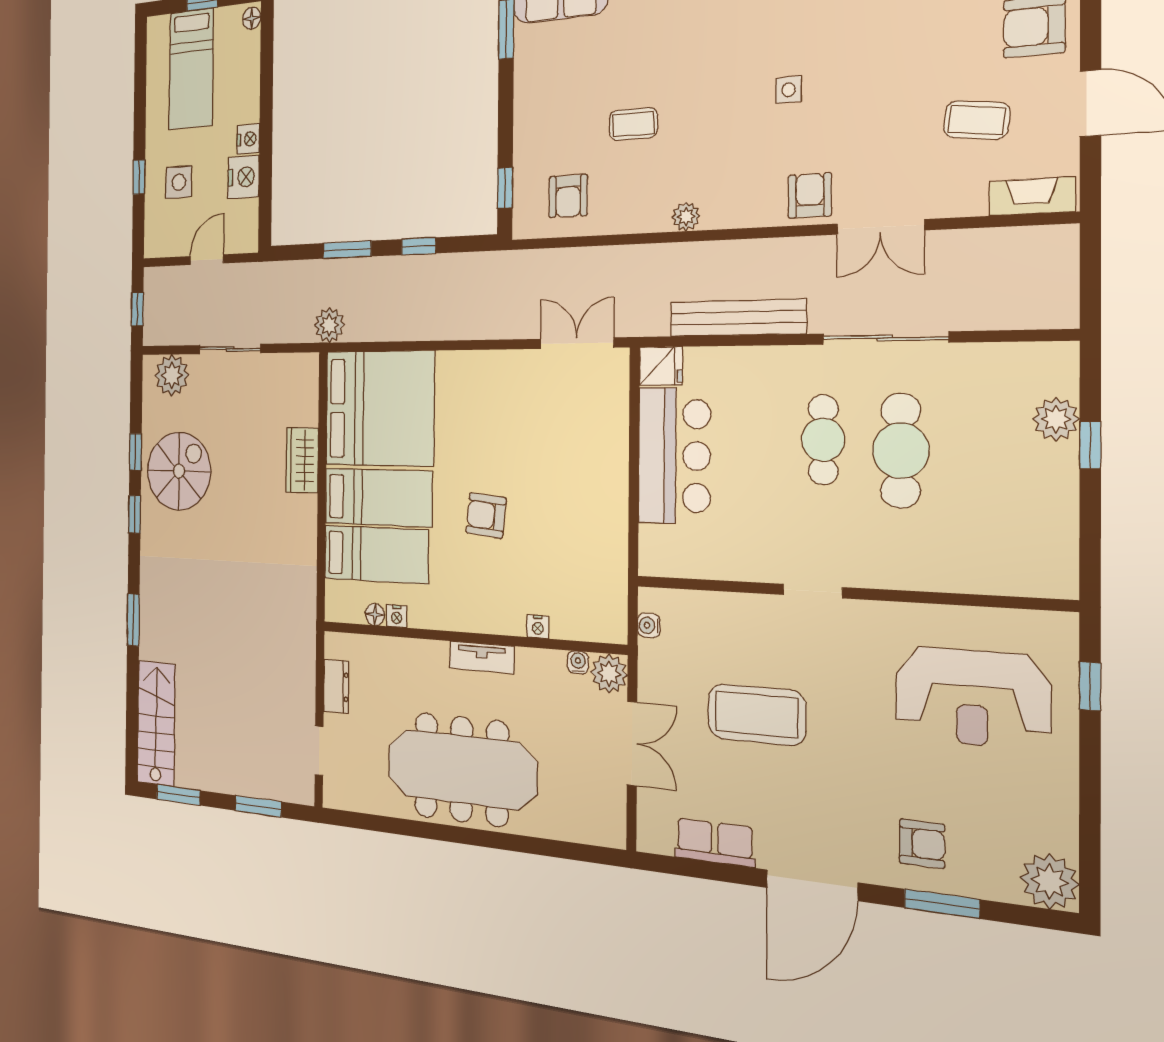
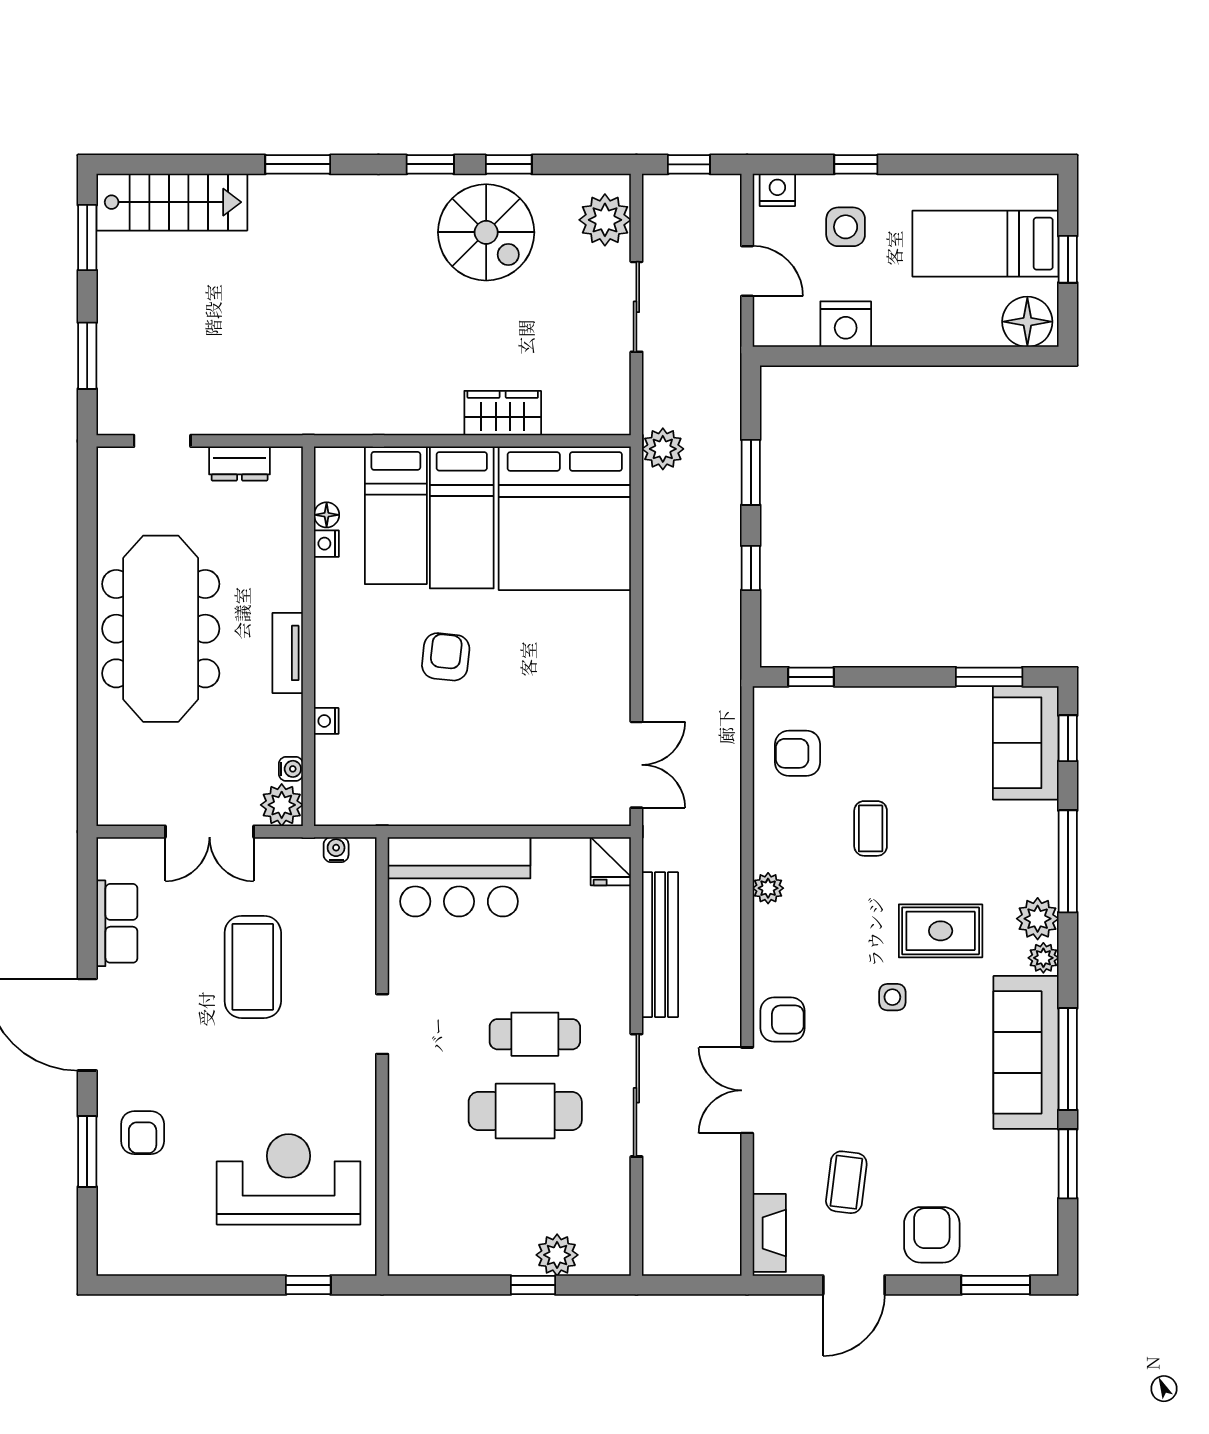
floor lamp: (252, 18) -> (1027, 322), width x1.89, depth x1.89
rug: (726, 49) -> (941, 931), added
nightstand: (248, 139) -> (777, 190), moved, turned 180
bar counter: (674, 456) -> (459, 877), moved
reception desk: (972, 698) -> (289, 1179), turned 90
plant: (1050, 881) -> (123, 1250), removed

